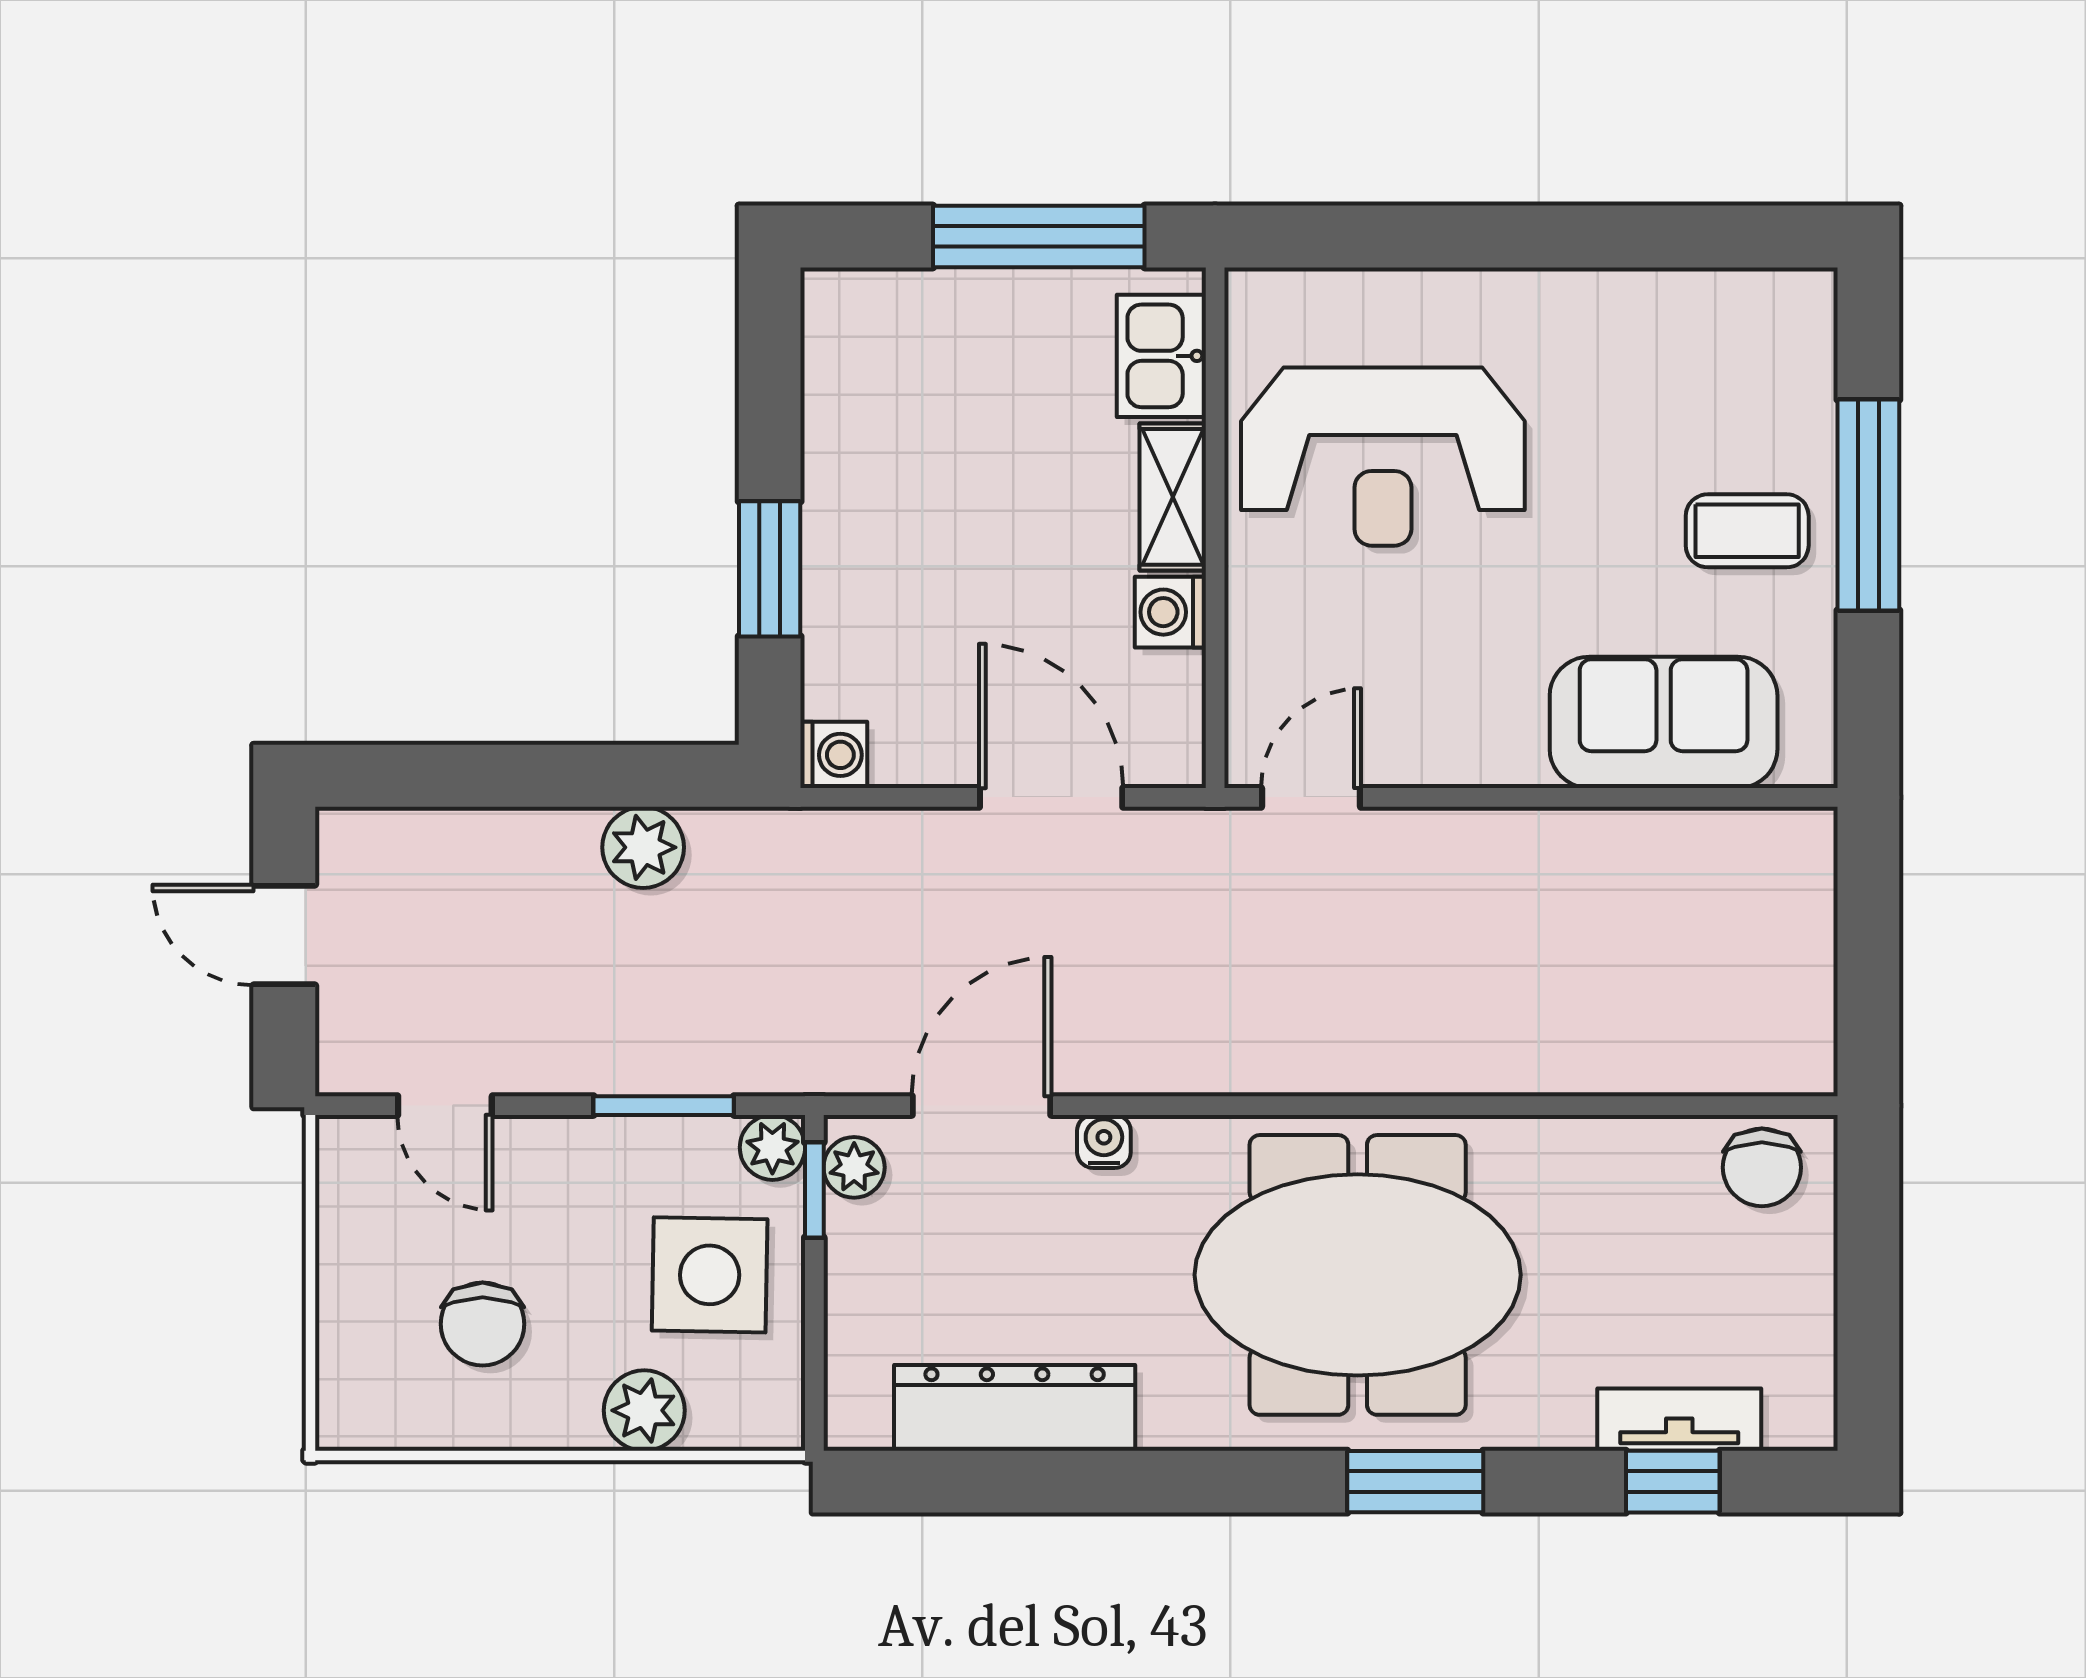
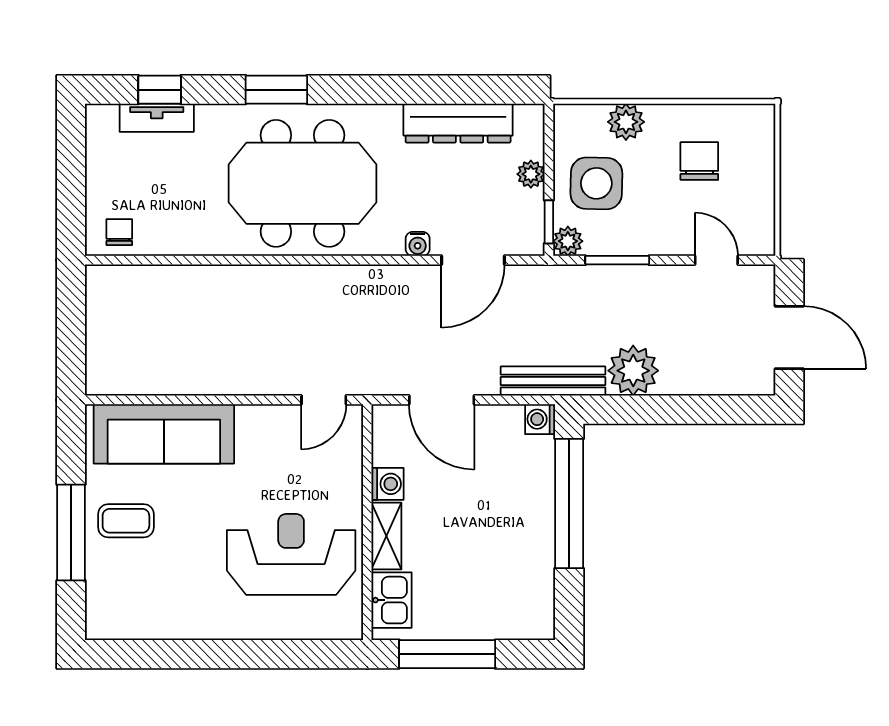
window: (770, 569) -> (569, 503), width x2.11
sofa: (1664, 722) -> (164, 434), width x1.36
bench: (805, 839) -> (553, 381), added
plant: (643, 847) -> (633, 371), width x1.36, depth x1.36
door: (284, 935) -> (789, 337), width x1.38
plant: (854, 1167) -> (531, 174), moved
chair: (1762, 1167) -> (119, 232), width x0.73, depth x0.73

